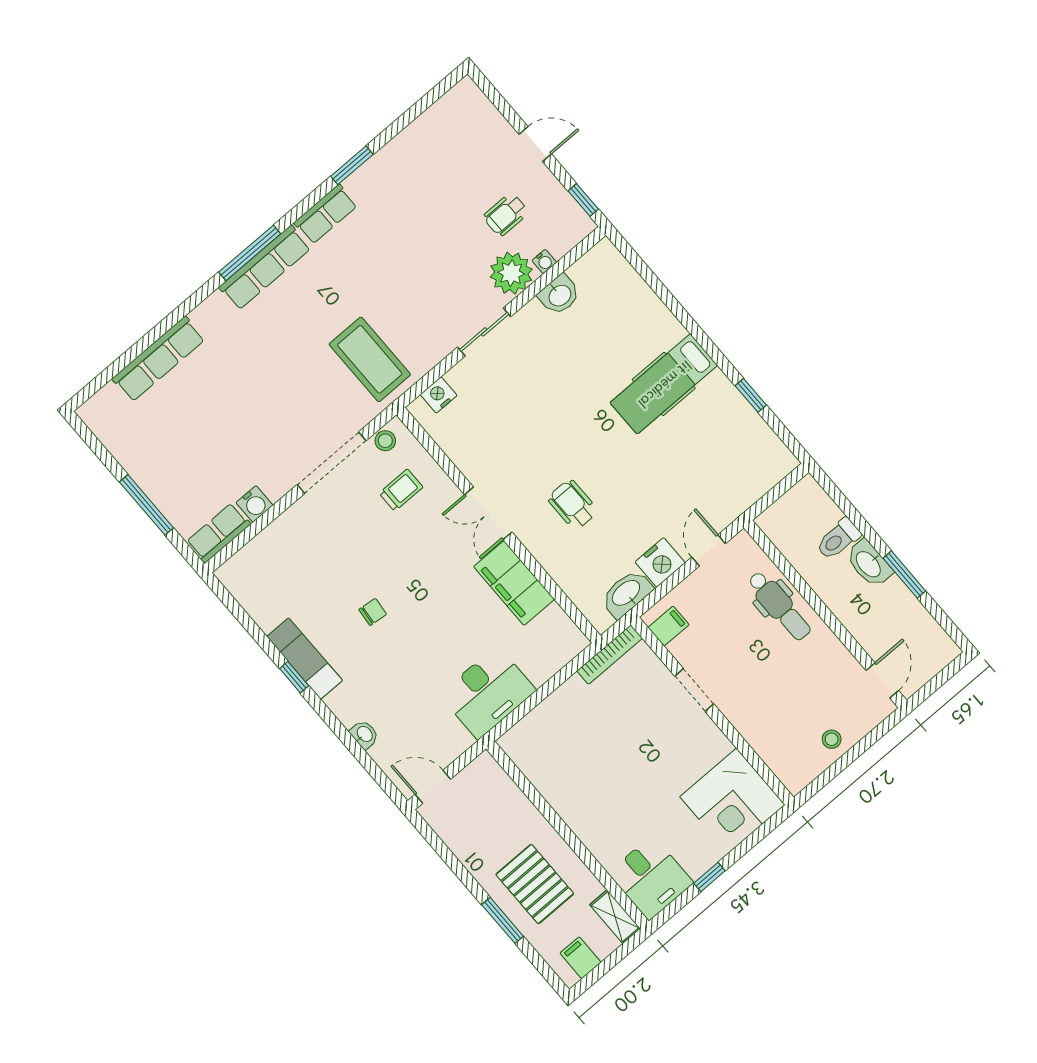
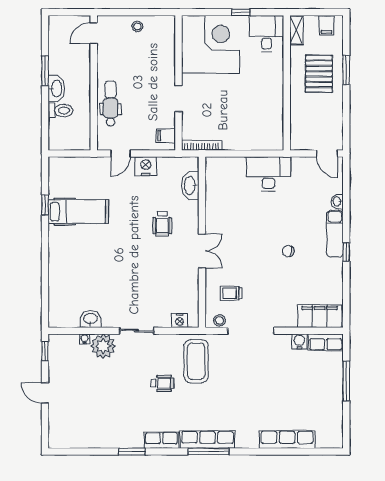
wheelchair: (506, 214) -> (162, 383), moved
hospital bed: (664, 384) -> (78, 212), moved
filing cabinet: (514, 583) -> (320, 316), moved, turned -90
washbasin: (627, 594) -> (190, 186), moved, turned 90
exam couch: (305, 658) -> (335, 234), moved
corner desk: (732, 801) -> (211, 44), width x1.36, depth x1.36

